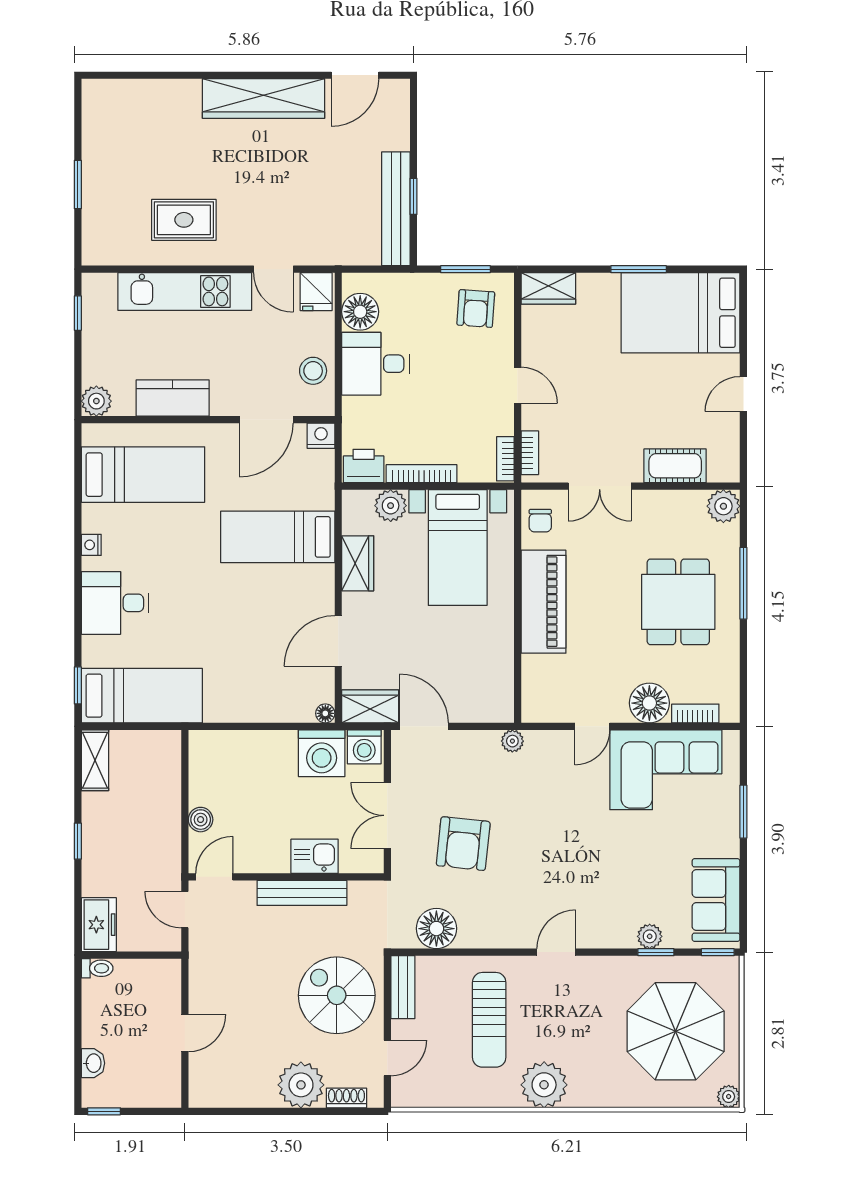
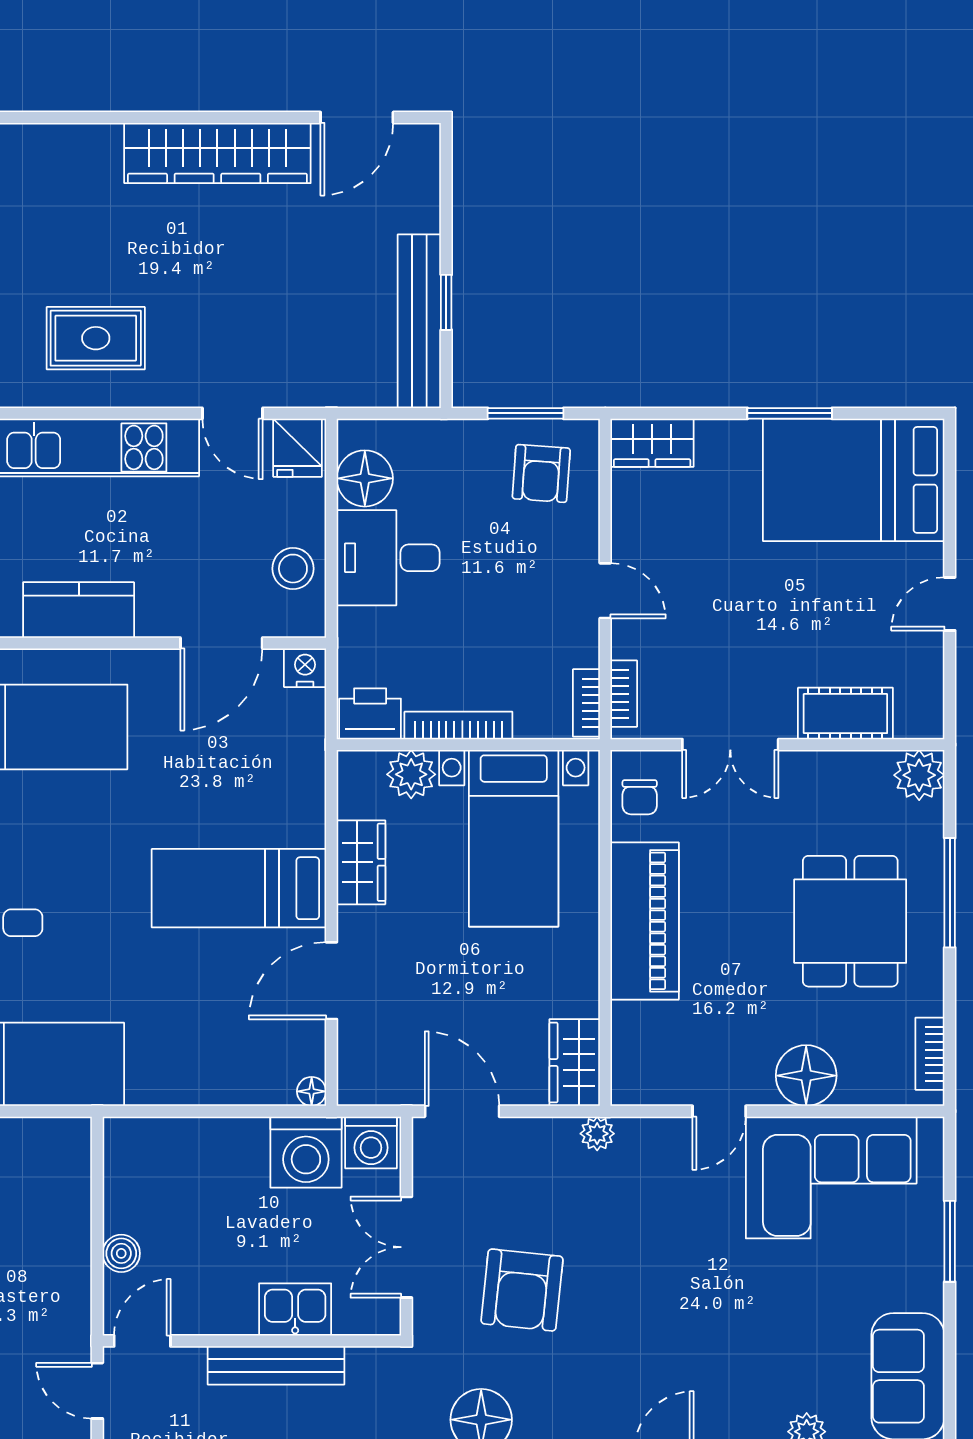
bed: (278, 537) -> (239, 888), moved
wardrobe: (370, 706) -> (575, 1062), moved, turned -90
bookcase: (695, 713) -> (930, 1054), moved, turned -90

